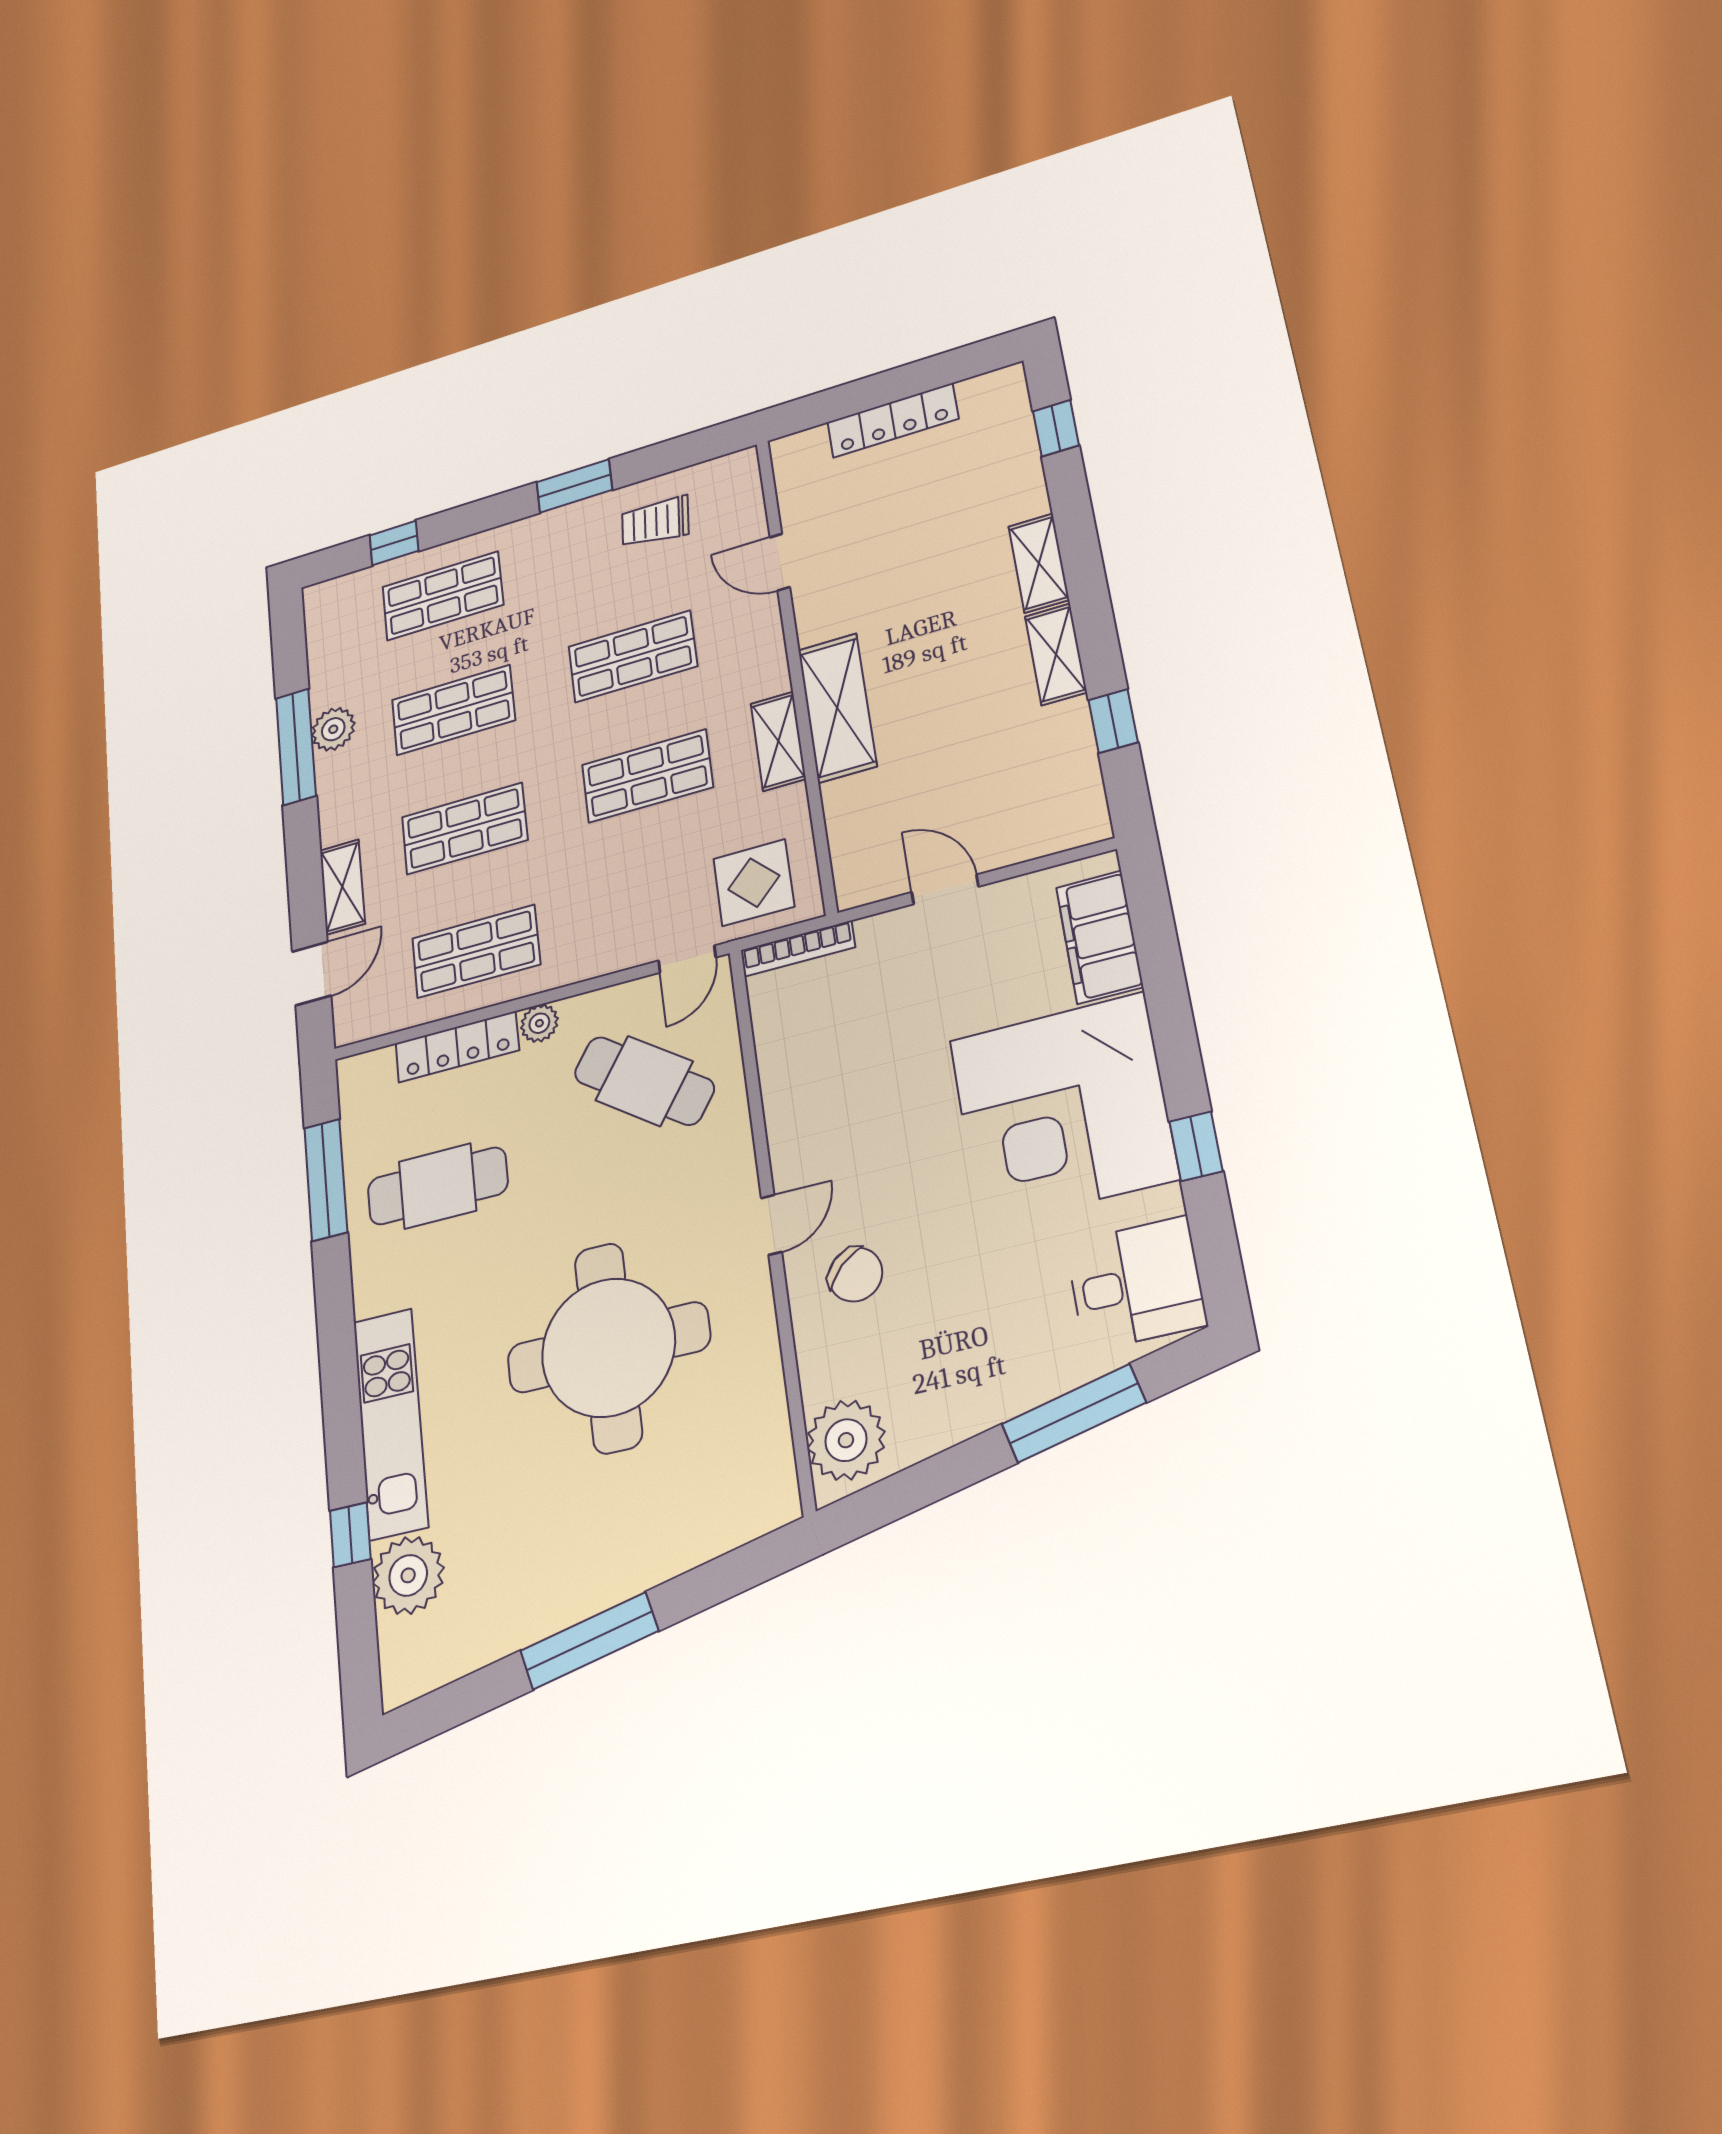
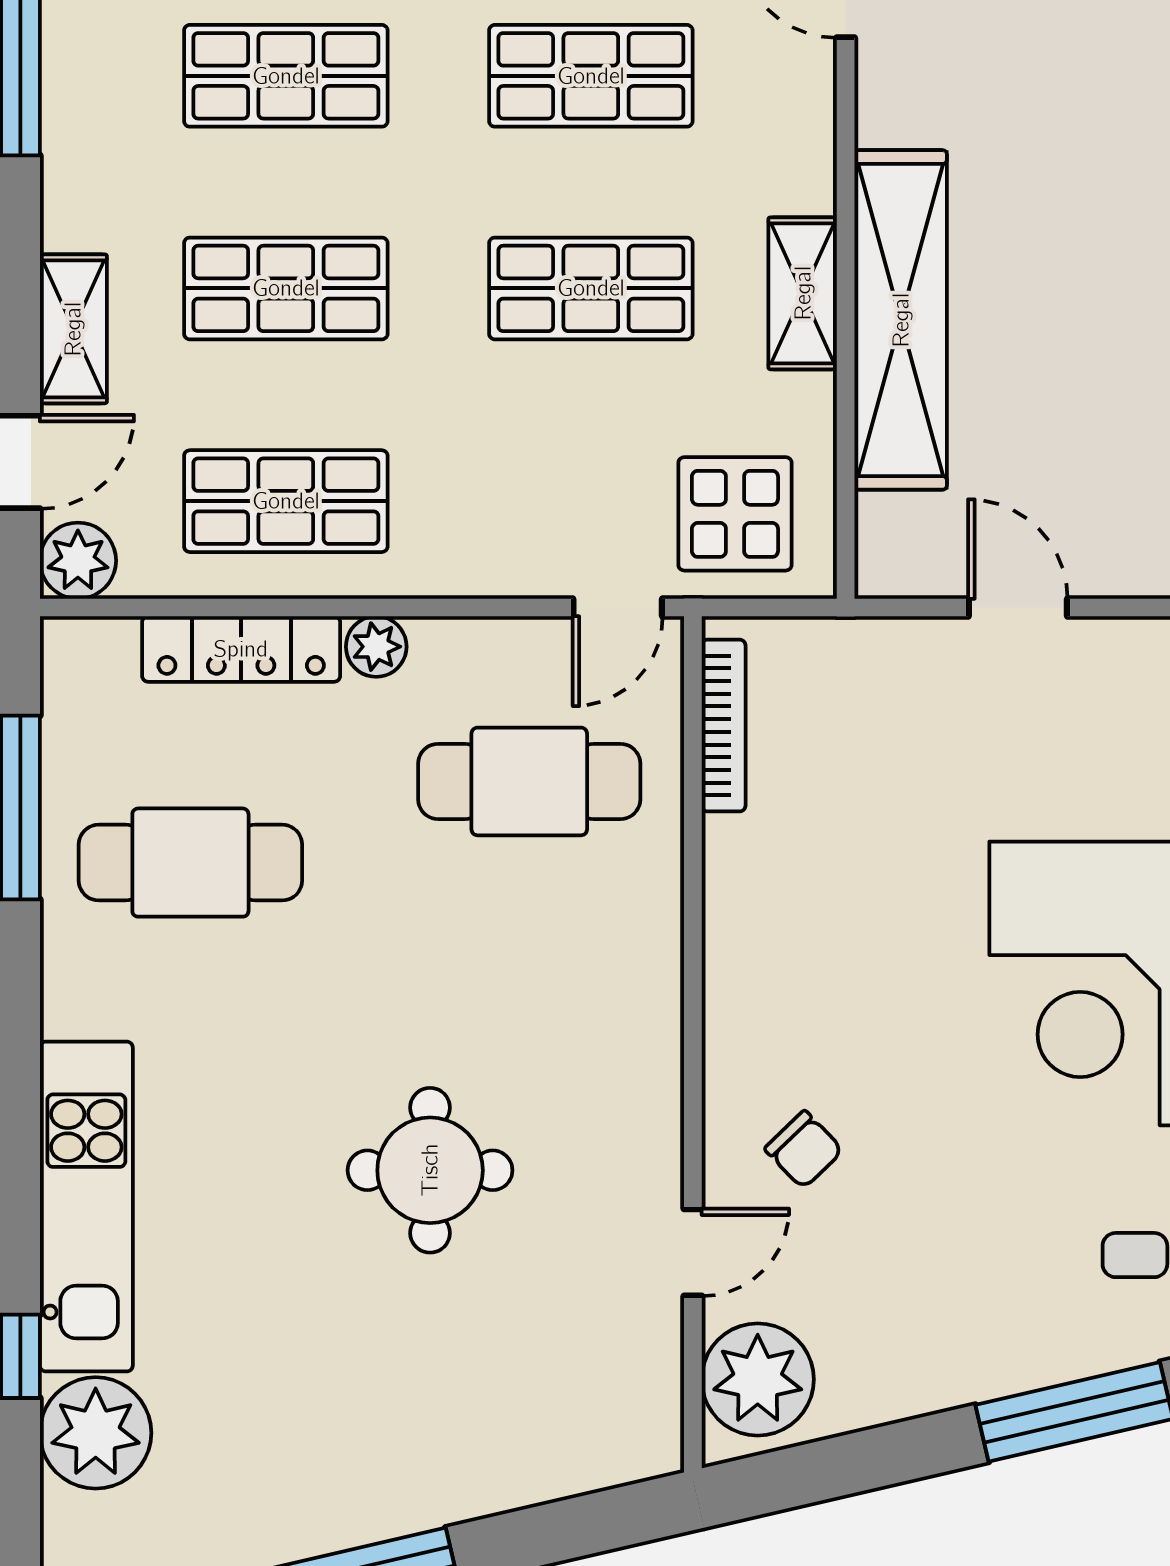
shelving: (837, 708) -> (901, 320), width x1.47
plant: (333, 729) -> (78, 561), moved
bookcase: (798, 949) -> (724, 726), moved, turned -90
cafe table: (644, 1081) -> (529, 781), turned -35
door: (771, 1225) -> (693, 1252), moved
chair: (855, 1275) -> (804, 1150), width x0.73, depth x0.73
round table: (608, 1347) -> (430, 1170), width x0.54, depth x0.54

